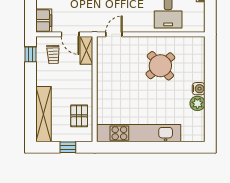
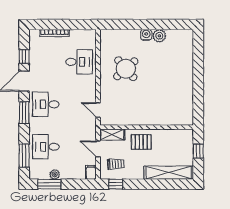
filing cabinet: (44, 21) -> (91, 172), width x0.50
door: (70, 34) -> (98, 149), swing flipped
pallet: (79, 116) -> (141, 142), moved
kitchen unit: (139, 133) -> (186, 88), removed

